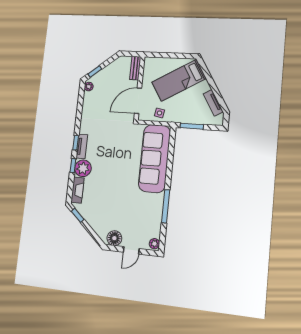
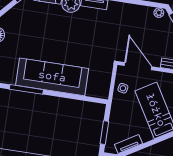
window: (192, 126) -> (104, 133), moved
sofa: (154, 158) -> (52, 77), moved

